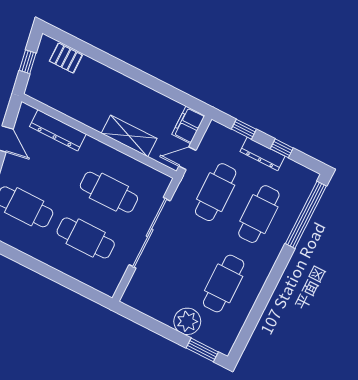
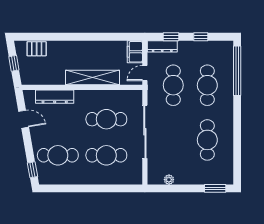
shelving: (129, 136) -> (93, 77), width x1.47
dresser: (262, 154) -> (162, 46), moved
plant: (187, 321) -> (169, 180), moved, width x0.53, depth x0.53

